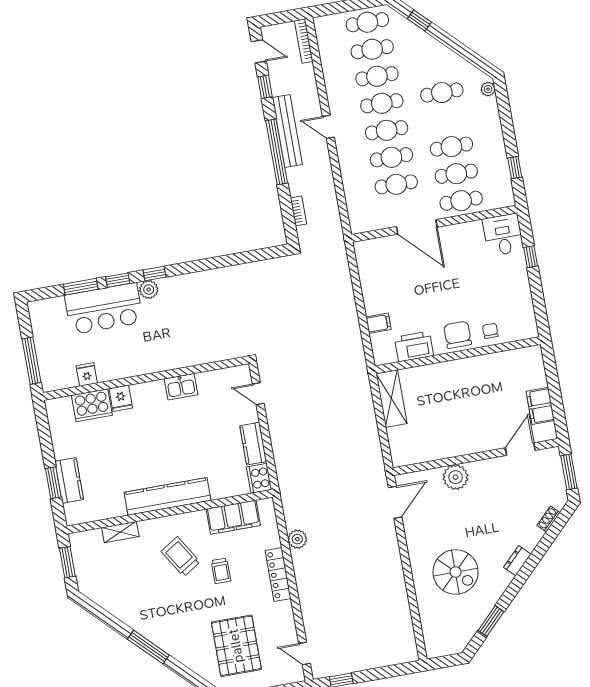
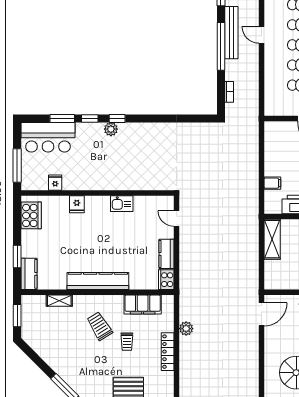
bar counter: (104, 309) -> (48, 137), moved
cooker: (92, 405) -> (31, 215), moved, turned -90
kitchen counter: (69, 480) -> (29, 274), moved

